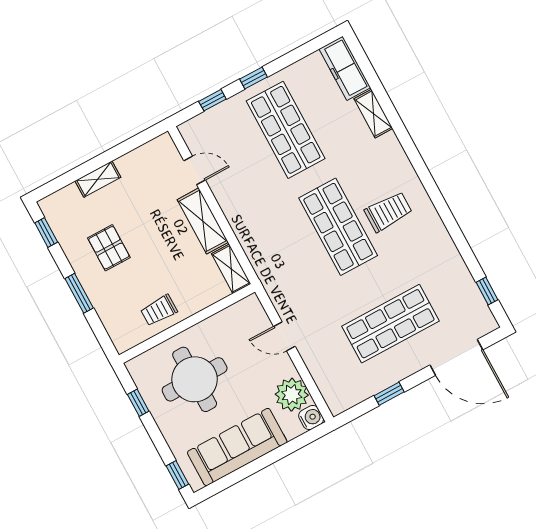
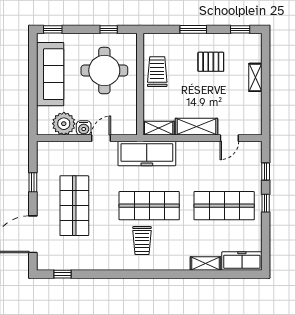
freezer: (272, 266) -> (147, 153), added
trolley: (159, 310) -> (157, 72), width x1.36, depth x1.39
water cooler: (311, 418) -> (84, 128), moved

